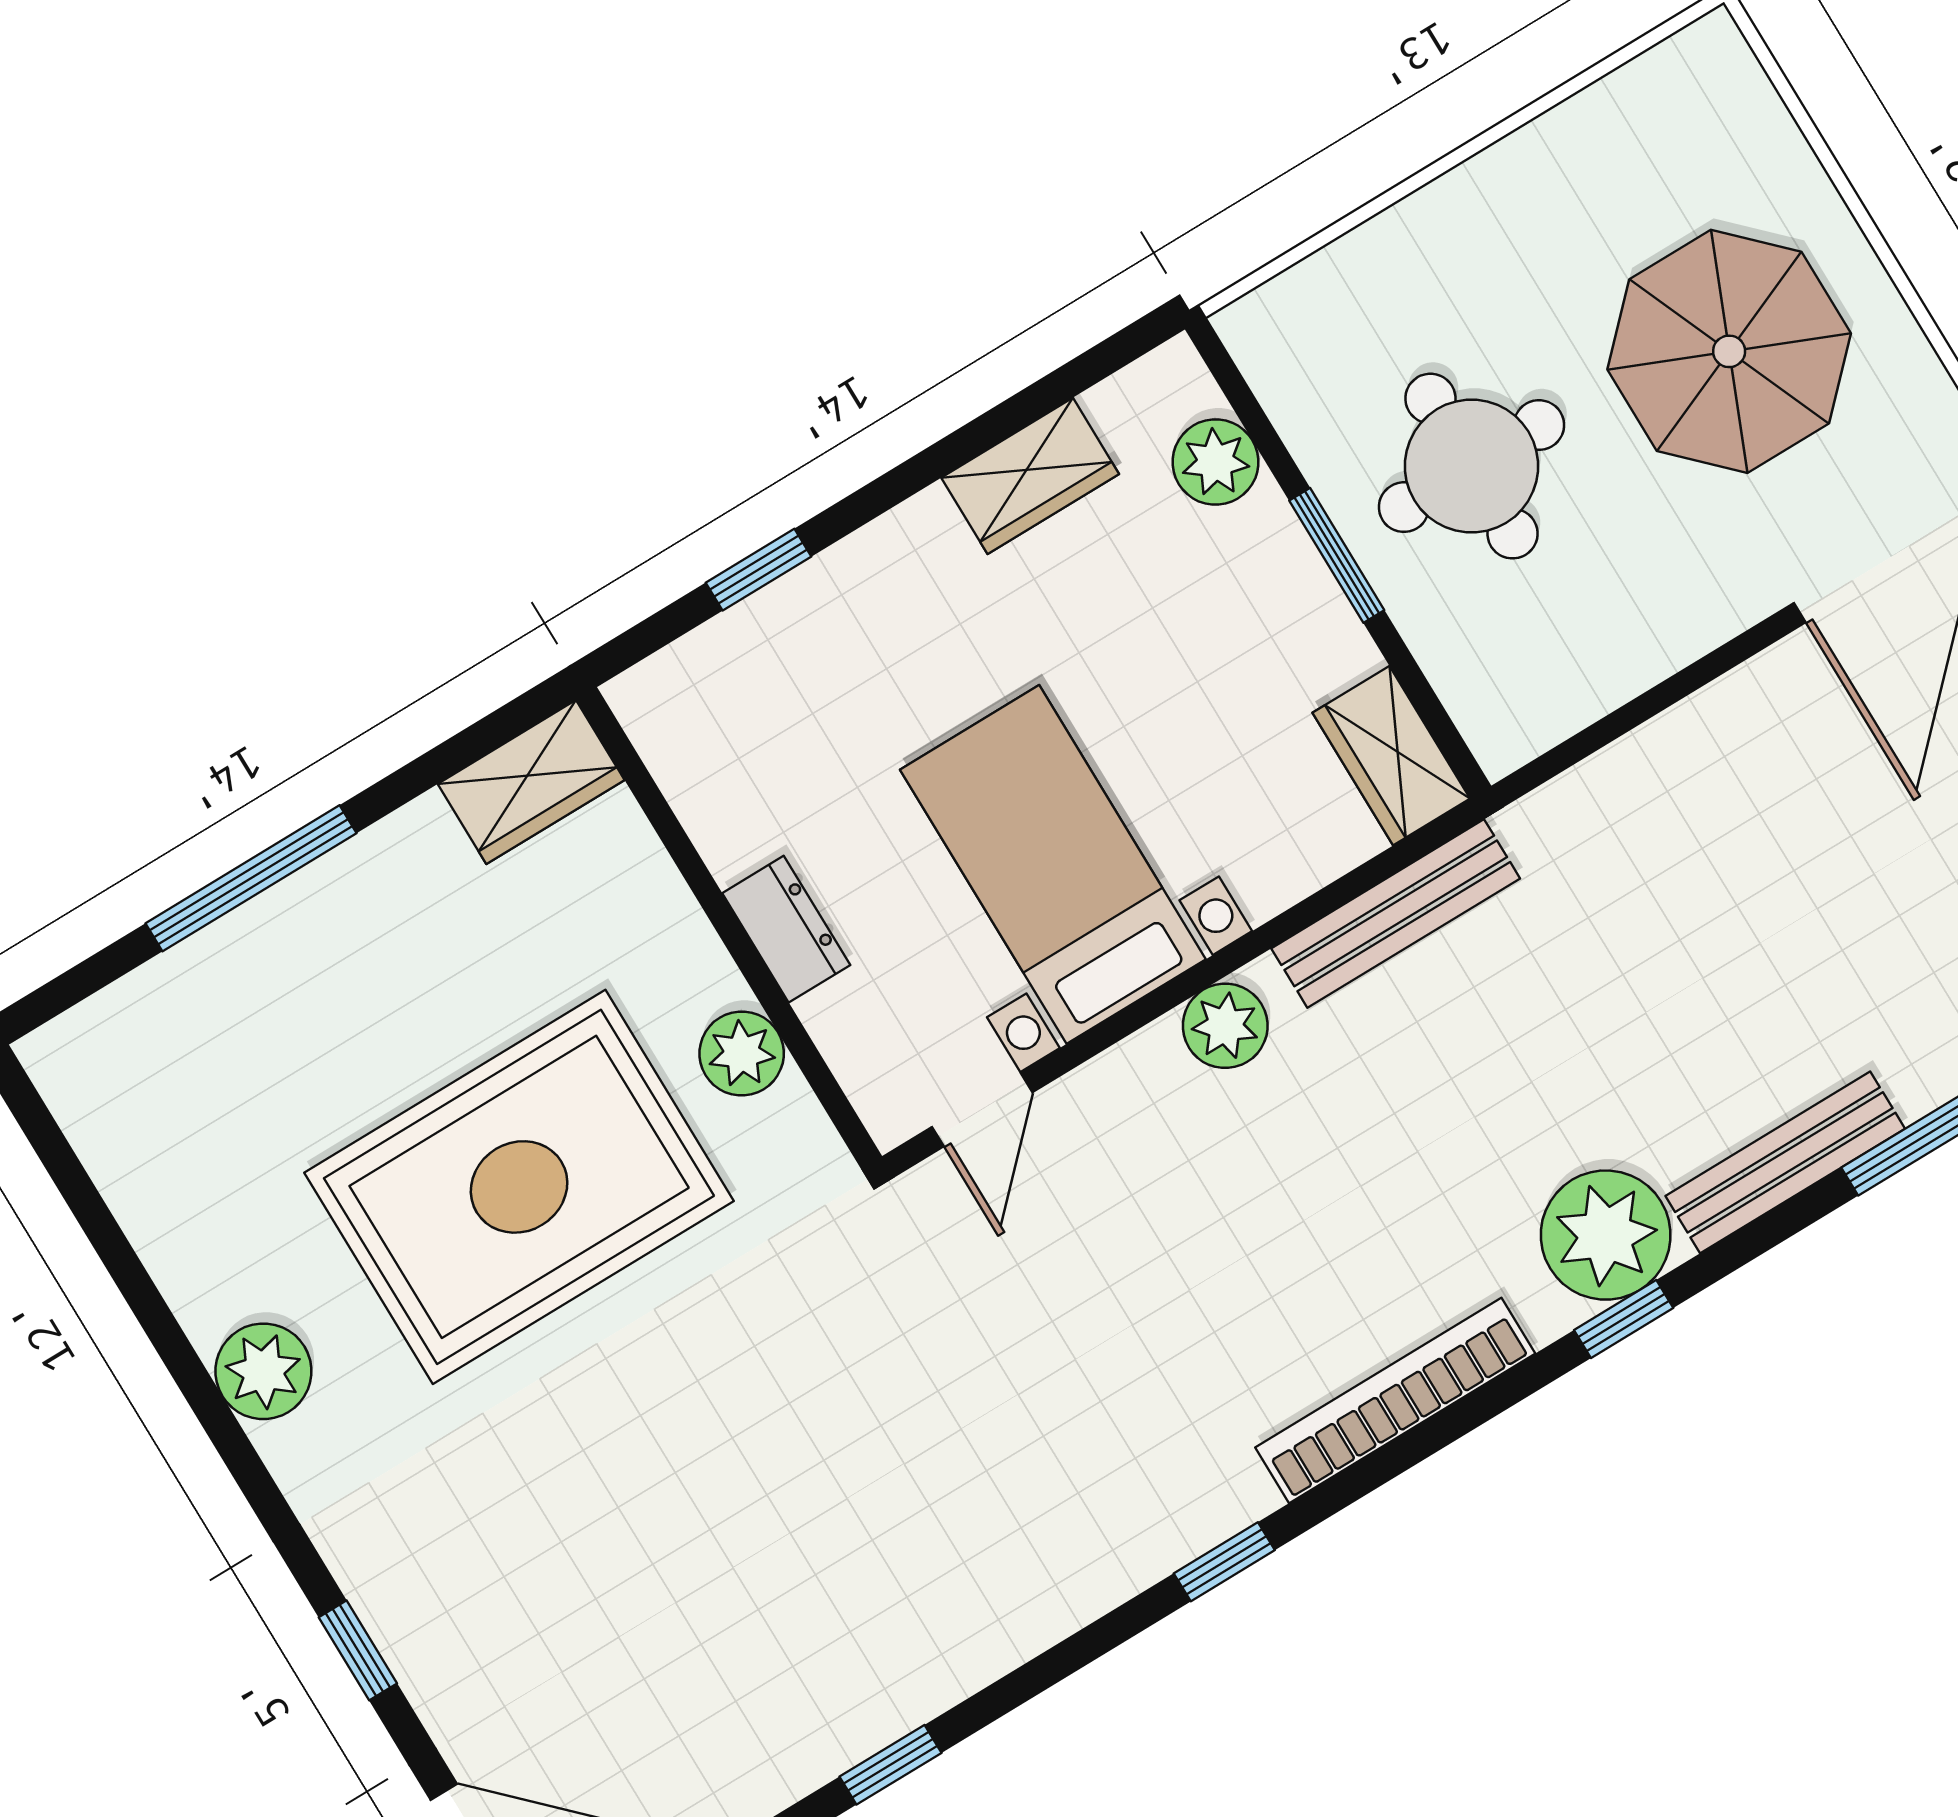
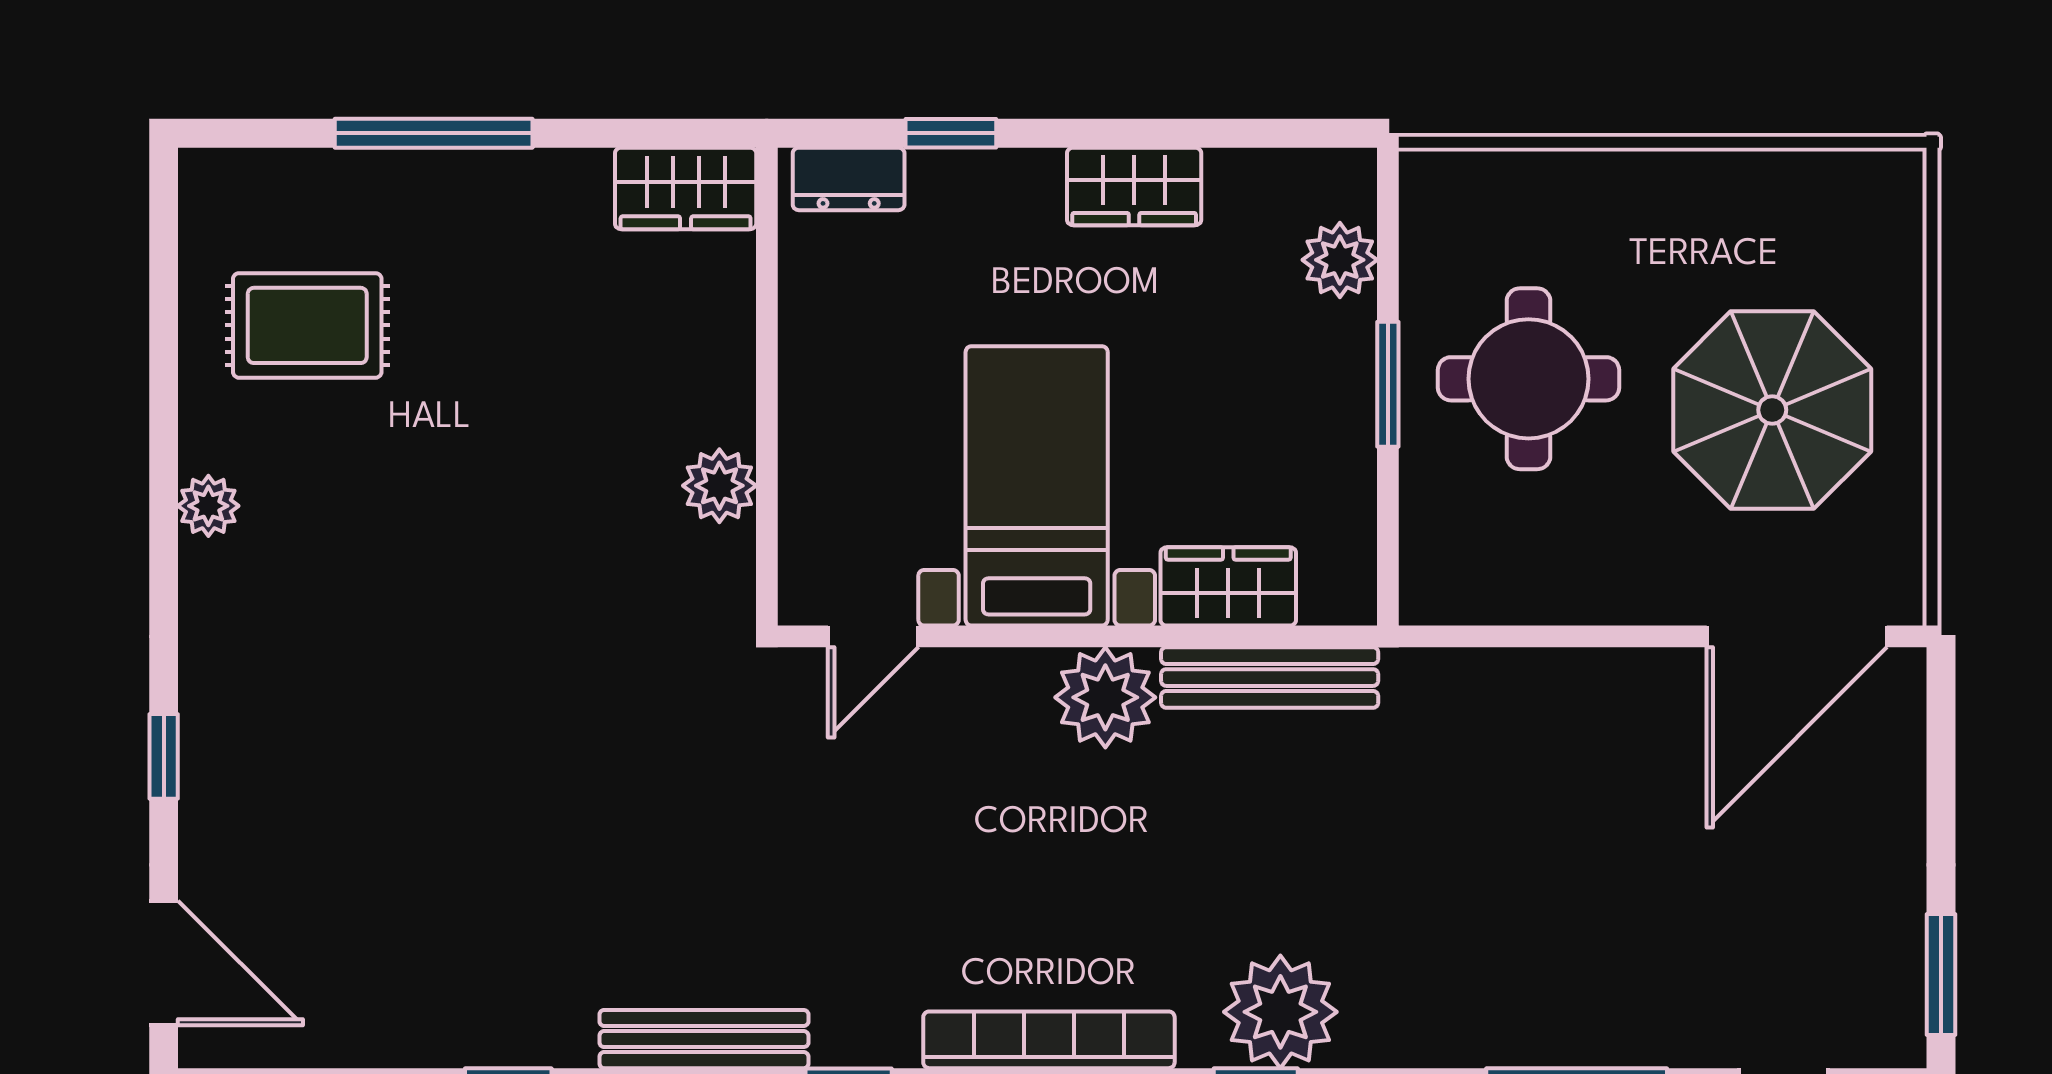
wardrobe: (1030, 476) -> (1134, 186), moved
wardrobe: (1391, 756) -> (1228, 586), moved, turned 90
dresser: (786, 929) -> (849, 179), moved, turned 90
plant: (1225, 1026) -> (1105, 697), width x1.36, depth x1.36
bench: (1785, 1162) -> (704, 1039), moved
rug: (519, 1187) -> (307, 325), moved, width x0.54, depth x0.49
plant: (263, 1371) -> (208, 506), width x0.73, depth x0.73

